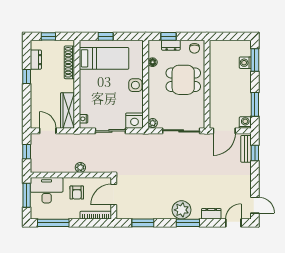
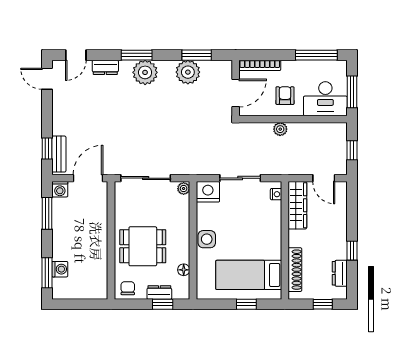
plant: (149, 210) -> (188, 72), added

